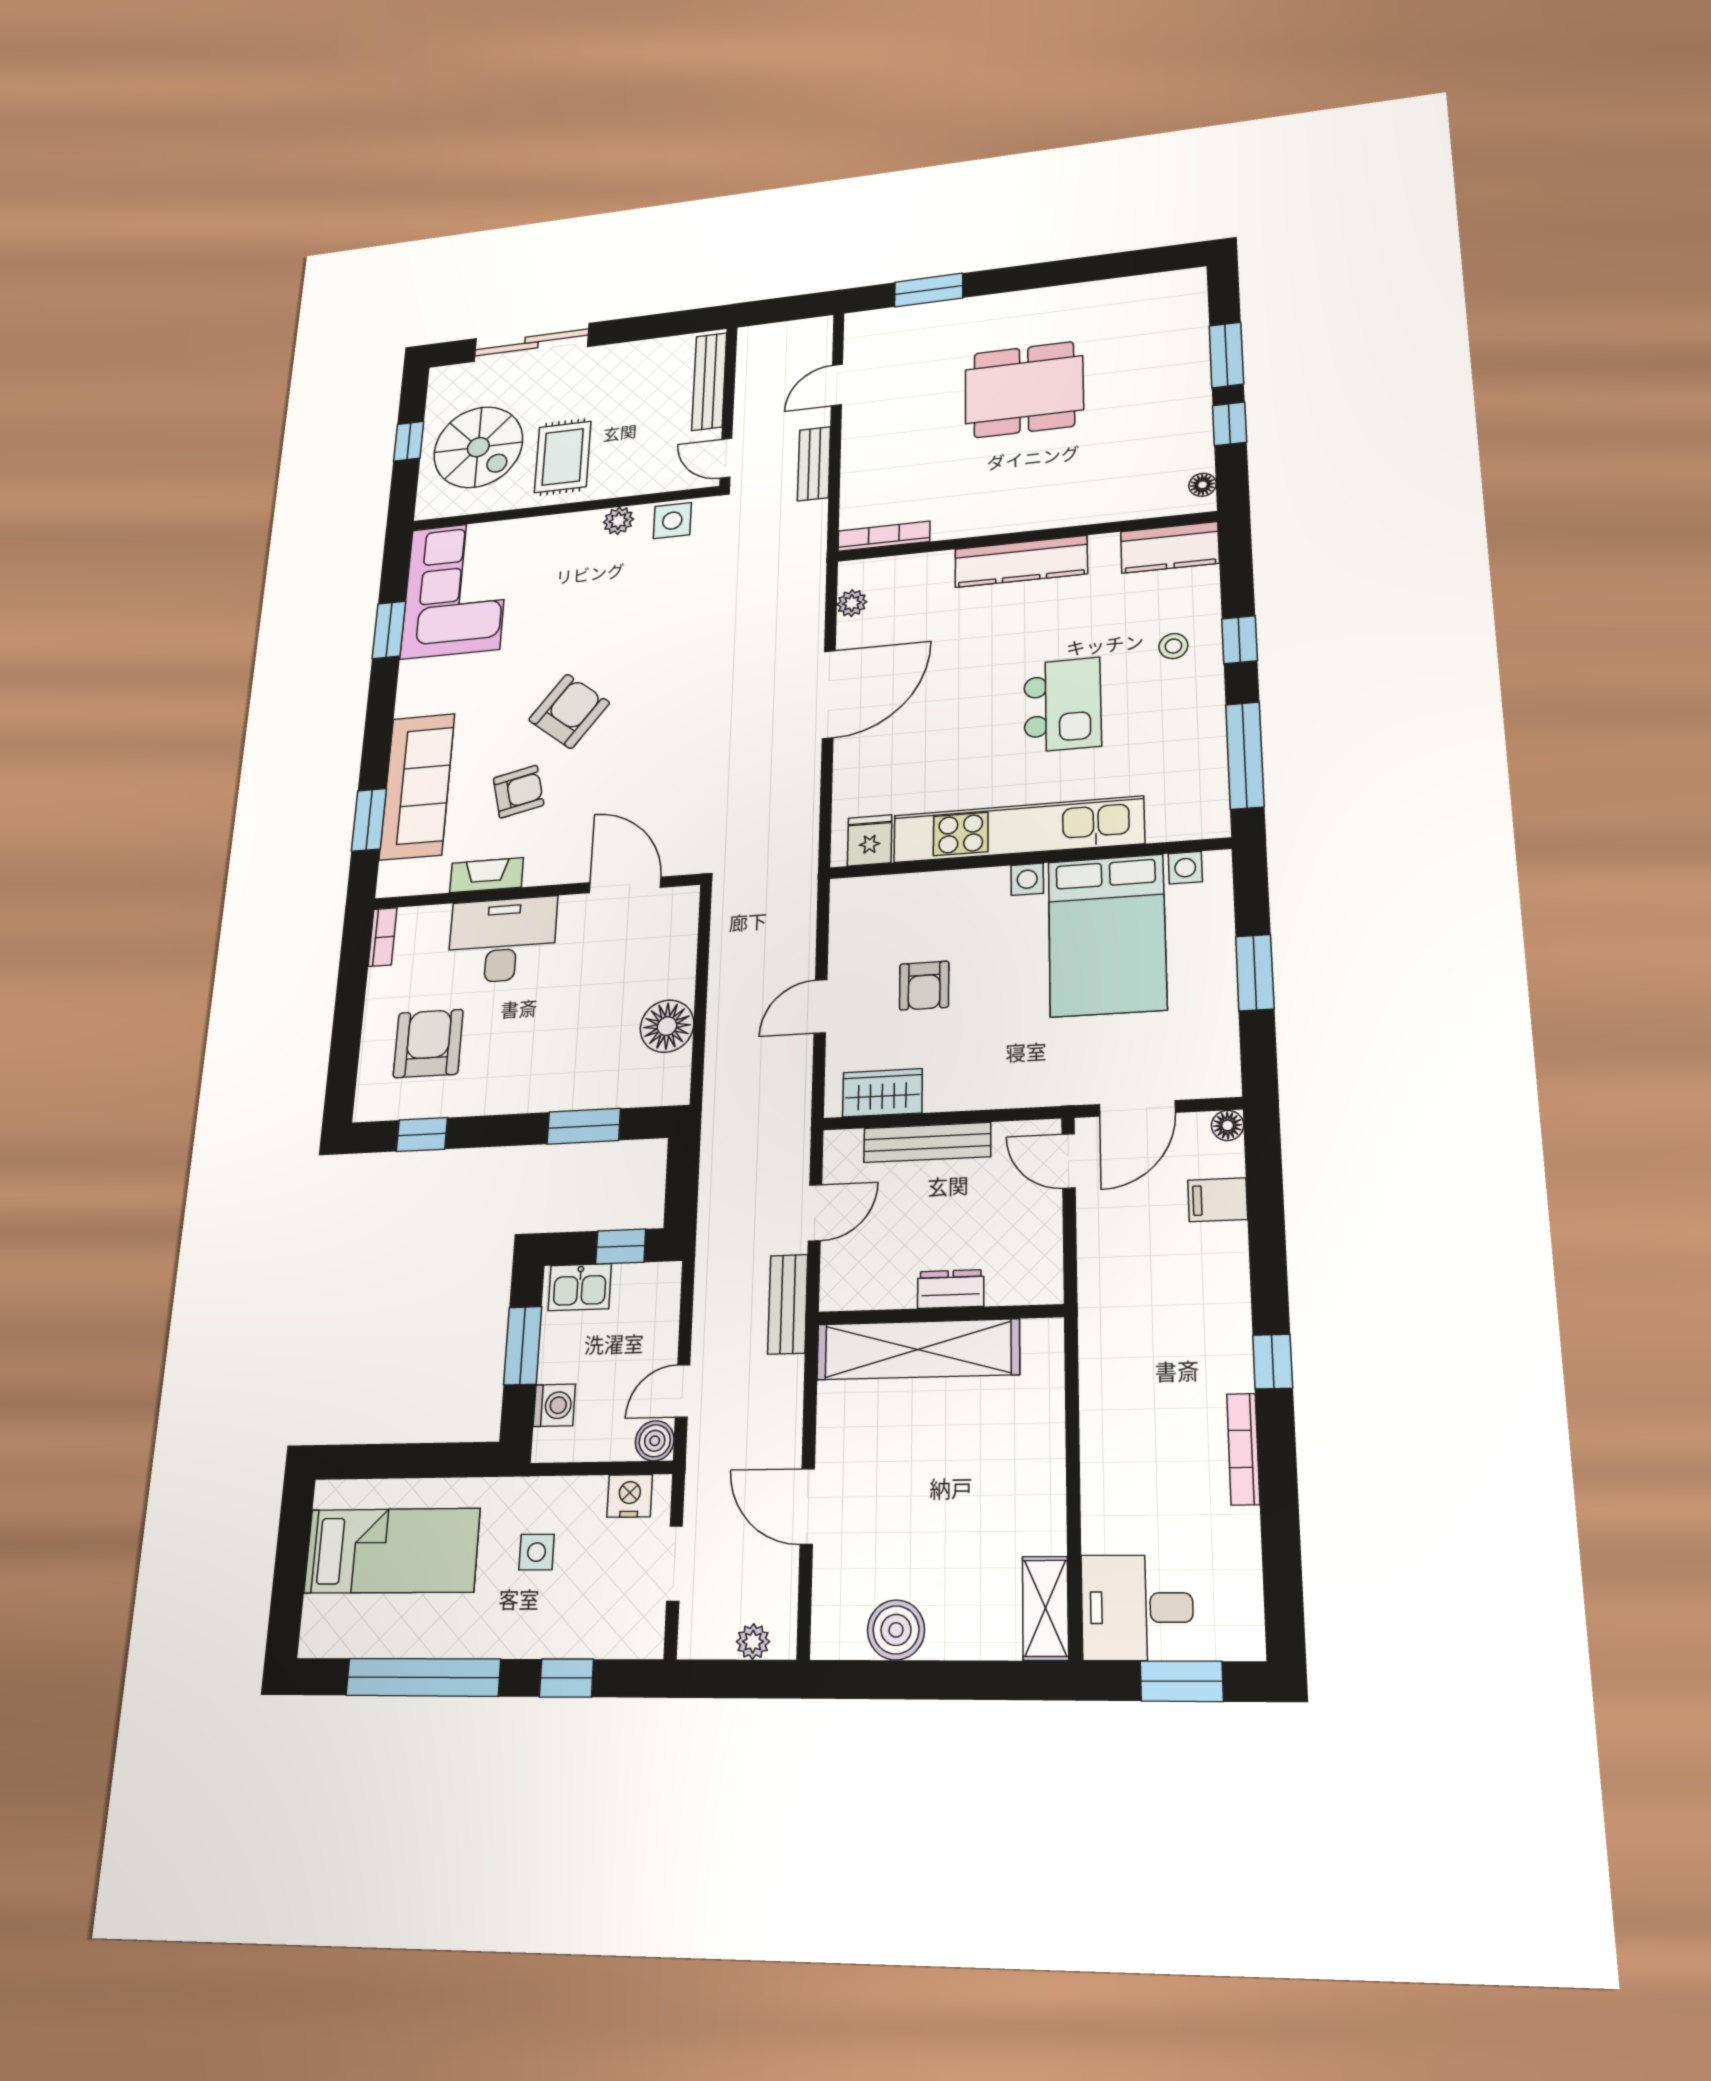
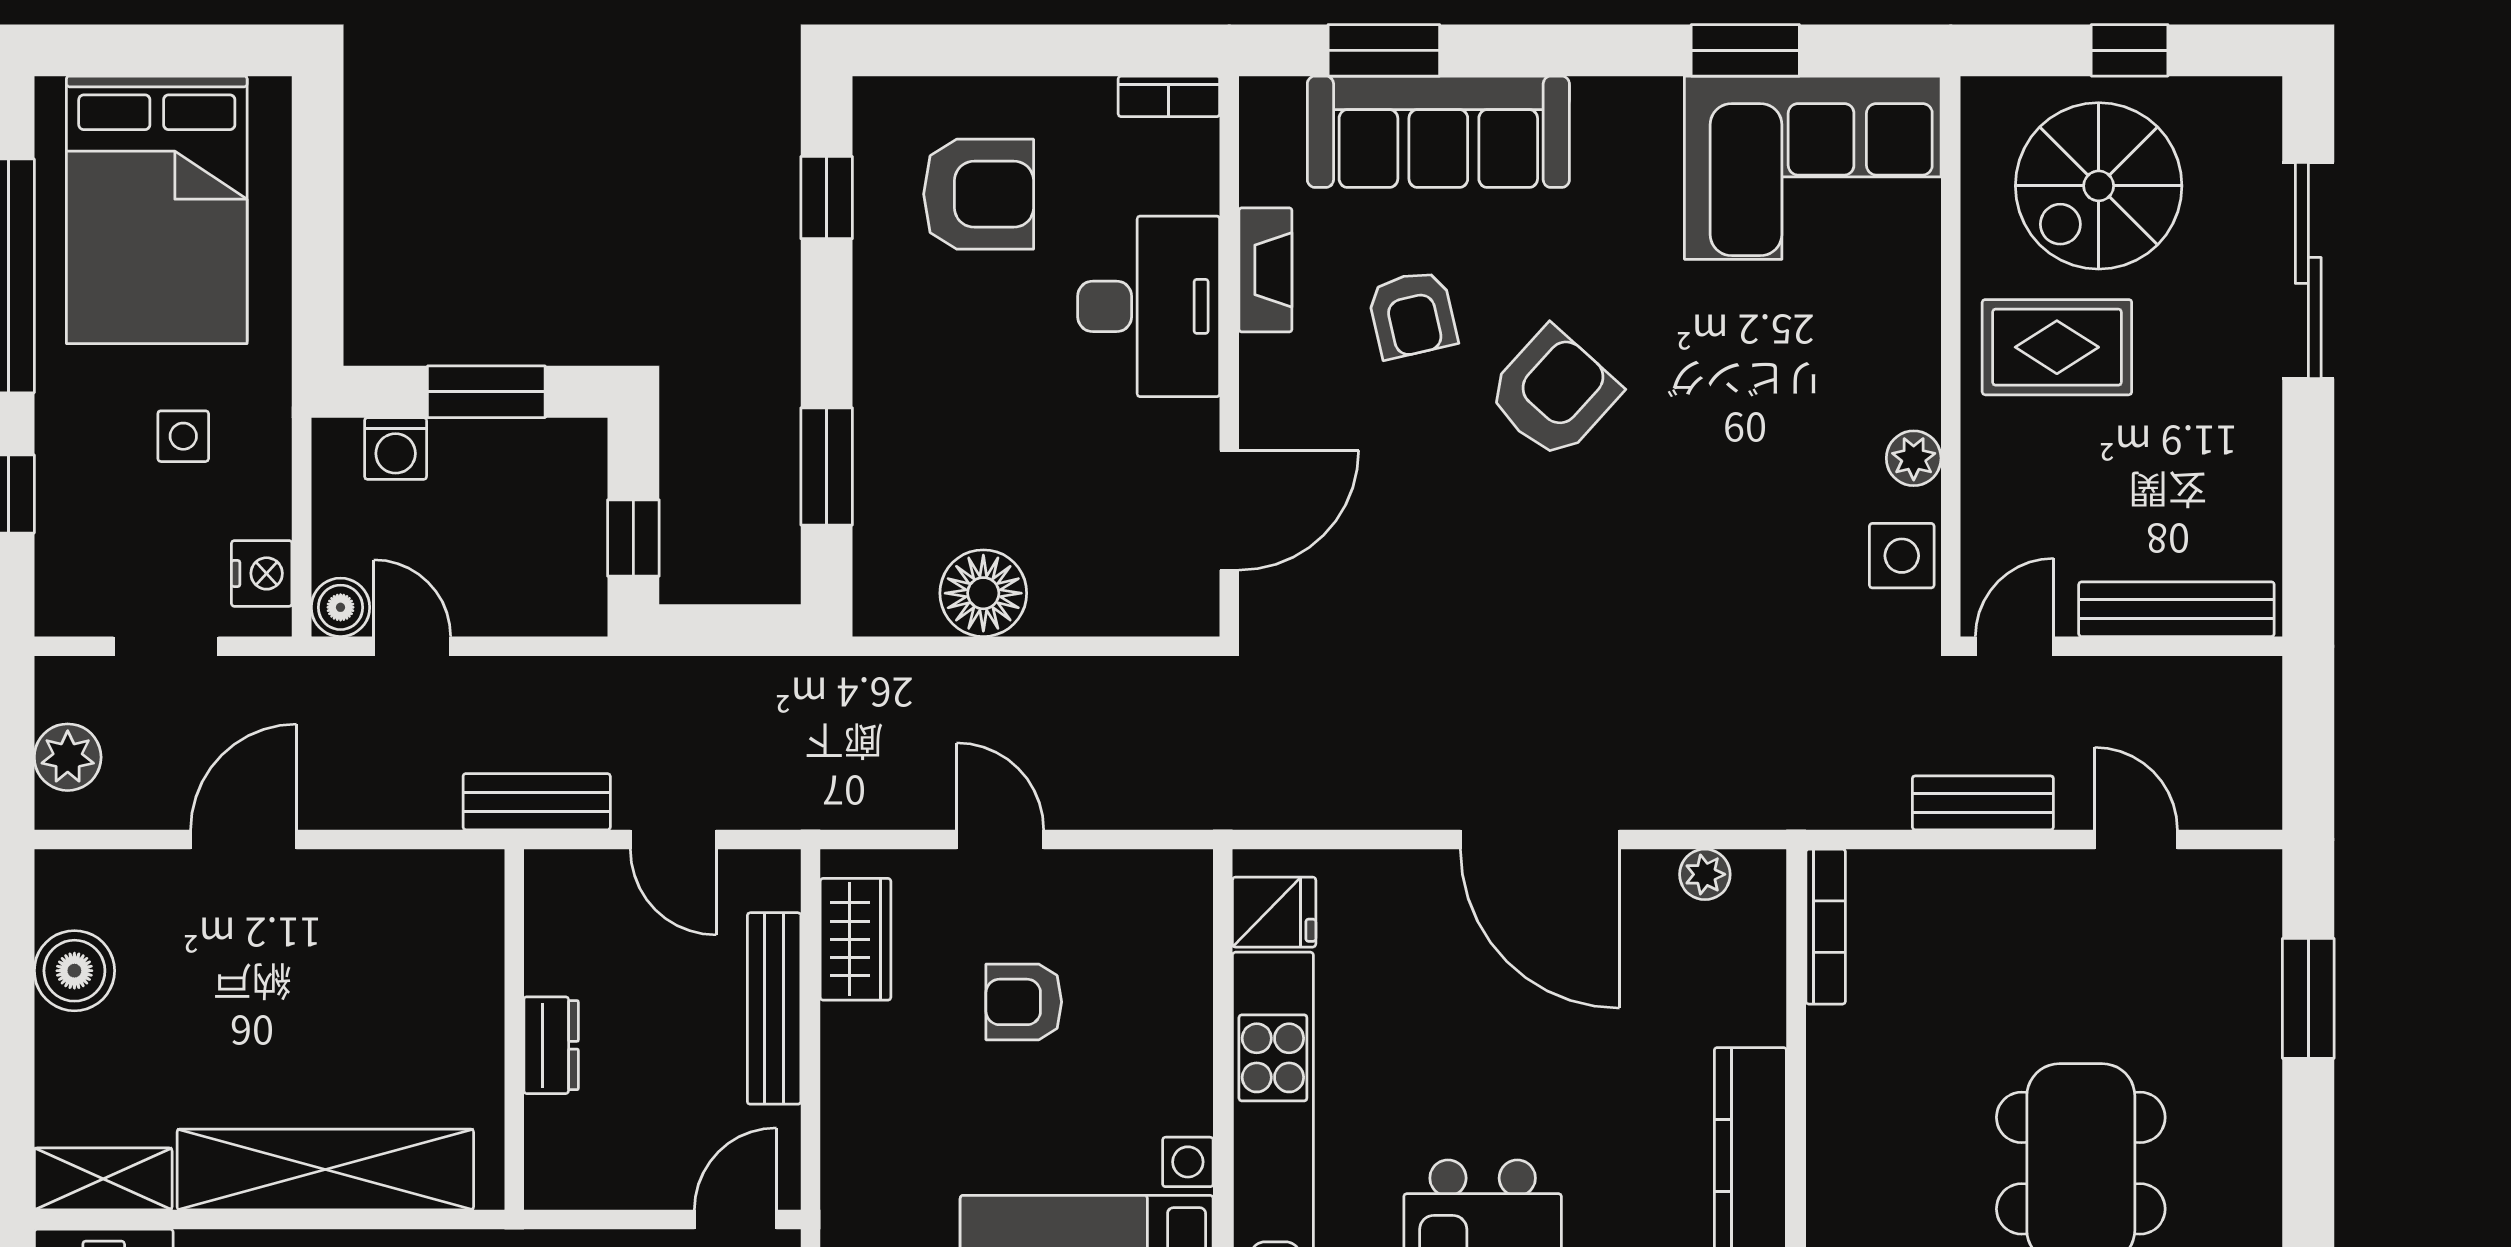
armchair: (569, 711) -> (1553, 393), turned -86
kitchen sink: (580, 1287) -> (573, 477), removed
shelving: (918, 1349) -> (325, 1169), moved, turned 90
bed: (392, 1551) -> (157, 210), width x1.50
plant: (753, 1642) -> (68, 757), width x1.38, depth x1.38

